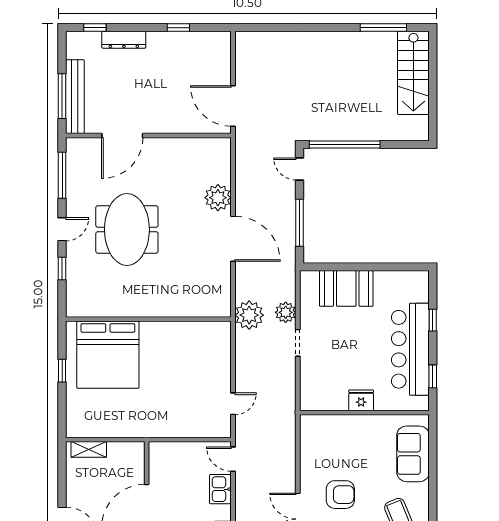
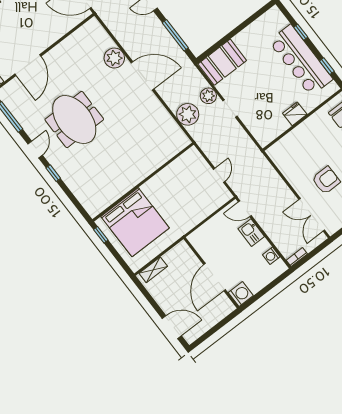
booth: (346, 288) -> (222, 62), moved
wall: (148, 319) -> (143, 182), moved
bed: (108, 355) -> (135, 222), moved

